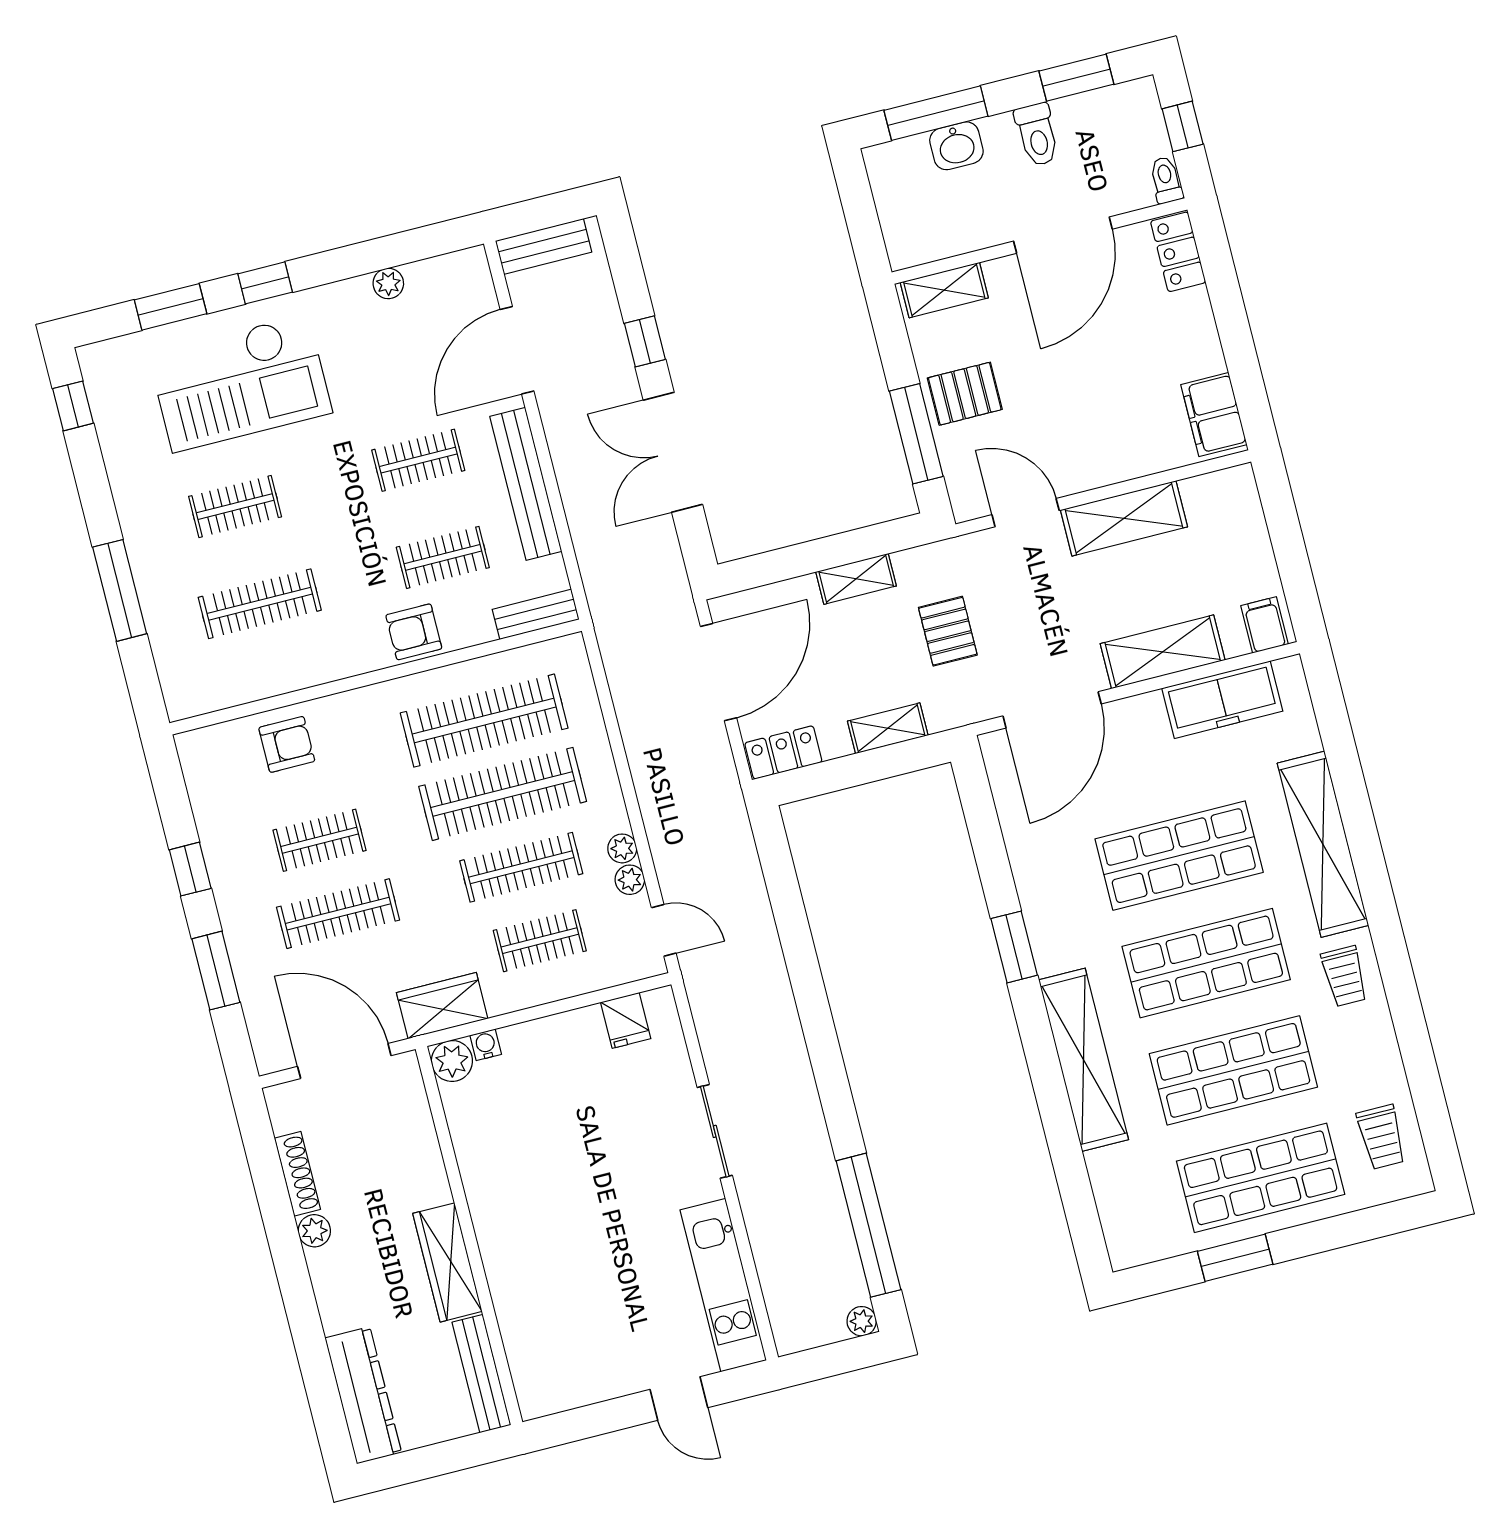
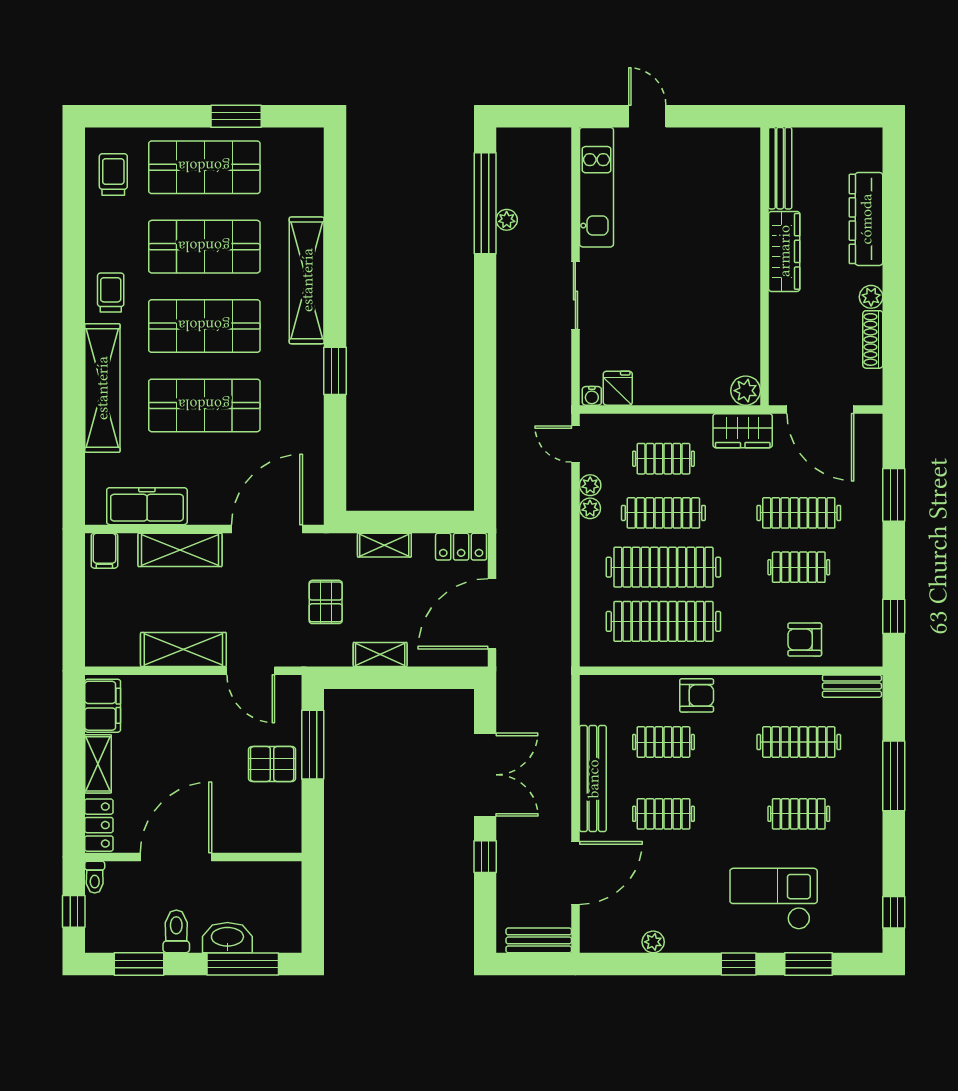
washbasin: (956, 146) -> (227, 938), width x1.38
shelving: (944, 290) -> (98, 764), moved, turned 90
checkout: (240, 383) -> (774, 899), width x0.73, depth x0.83
bench: (536, 614) -> (852, 686), moved
window: (190, 869) -> (894, 616), moved
water cooler: (486, 1045) -> (592, 396), moved
plant: (862, 1321) -> (507, 220), moved
dresser: (363, 1395) -> (866, 219), moved

